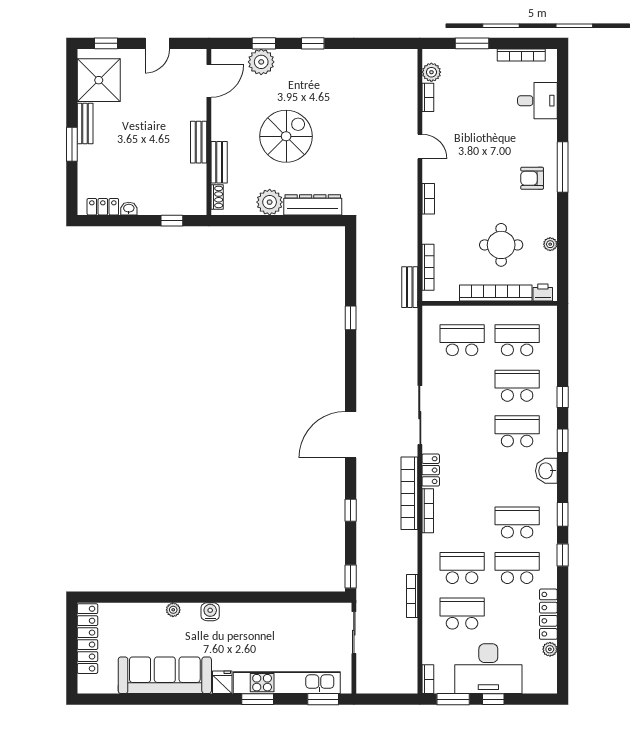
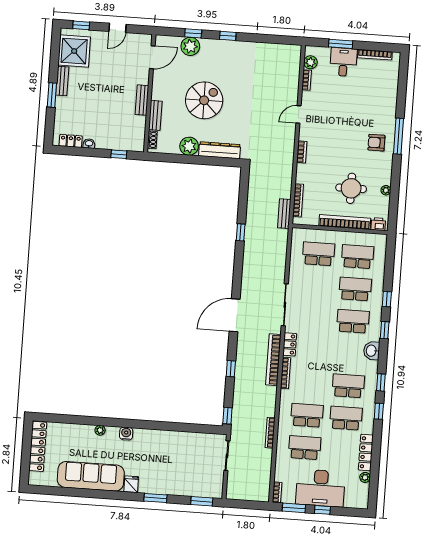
desk: (537, 101) -> (343, 62), moved, turned -90
door: (420, 146) -> (298, 114), swing flipped
kitchen unit: (287, 683) -> (177, 488), removed

